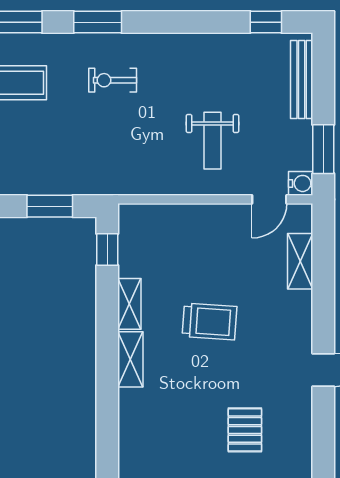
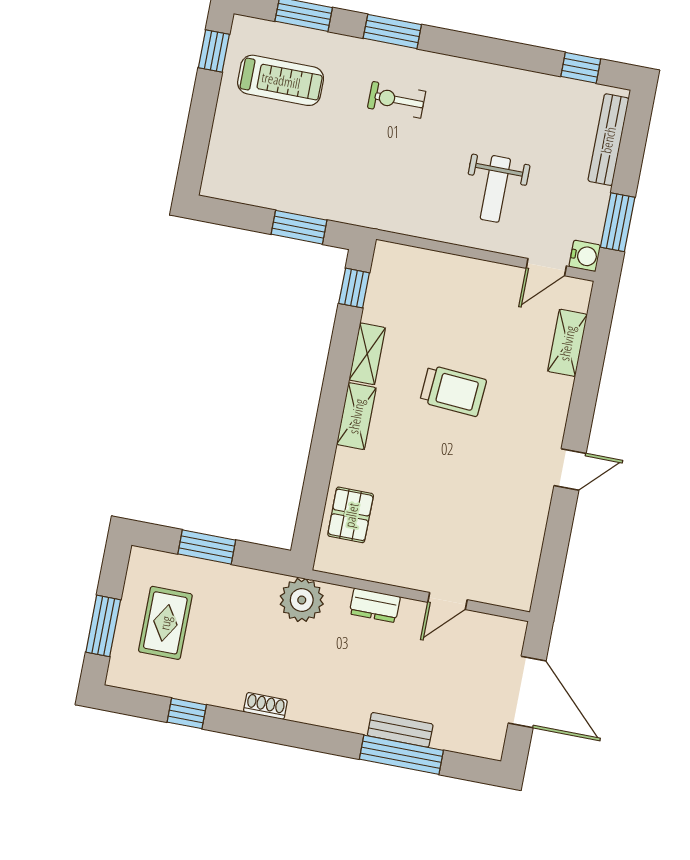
pallet: (245, 430) -> (351, 515), moved

